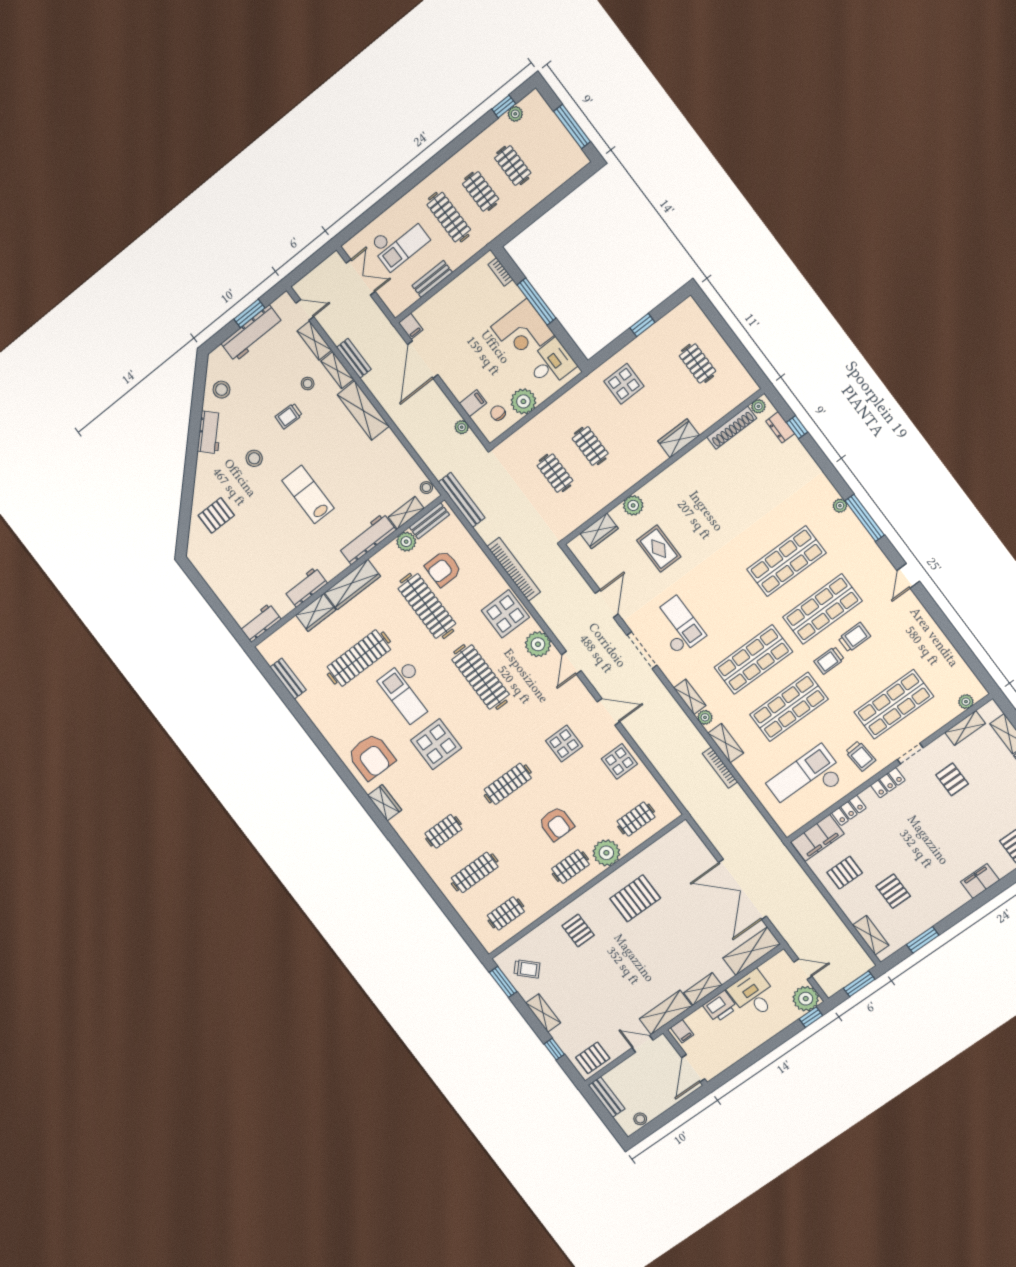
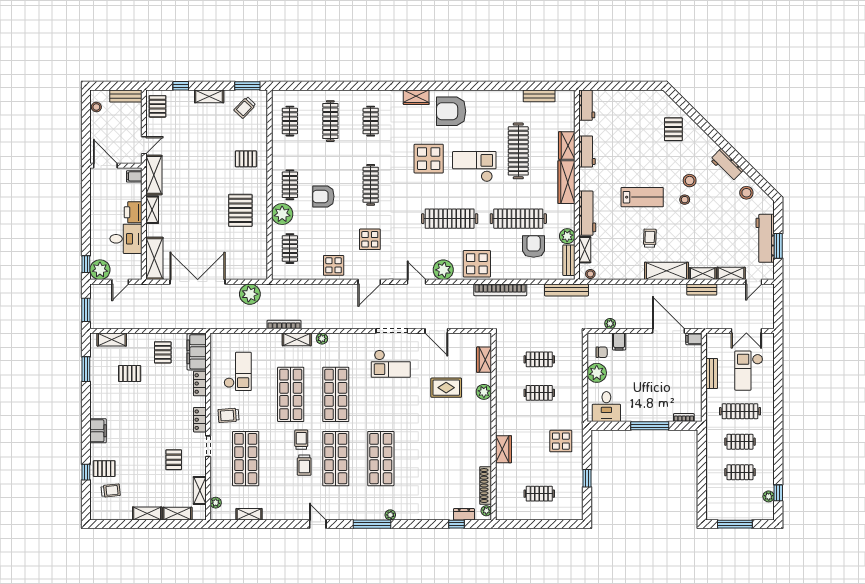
corner desk: (523, 331) -> (639, 404), removed
stool: (308, 384) -> (685, 200), moved
trolley: (289, 416) -> (650, 238), moved
shelving: (690, 697) -> (249, 514), moved
pallet: (952, 779) -> (174, 460), turned 90
checkout: (806, 780) -> (238, 371), width x0.73, depth x0.83
plant: (715, 826) -> (250, 294), added

